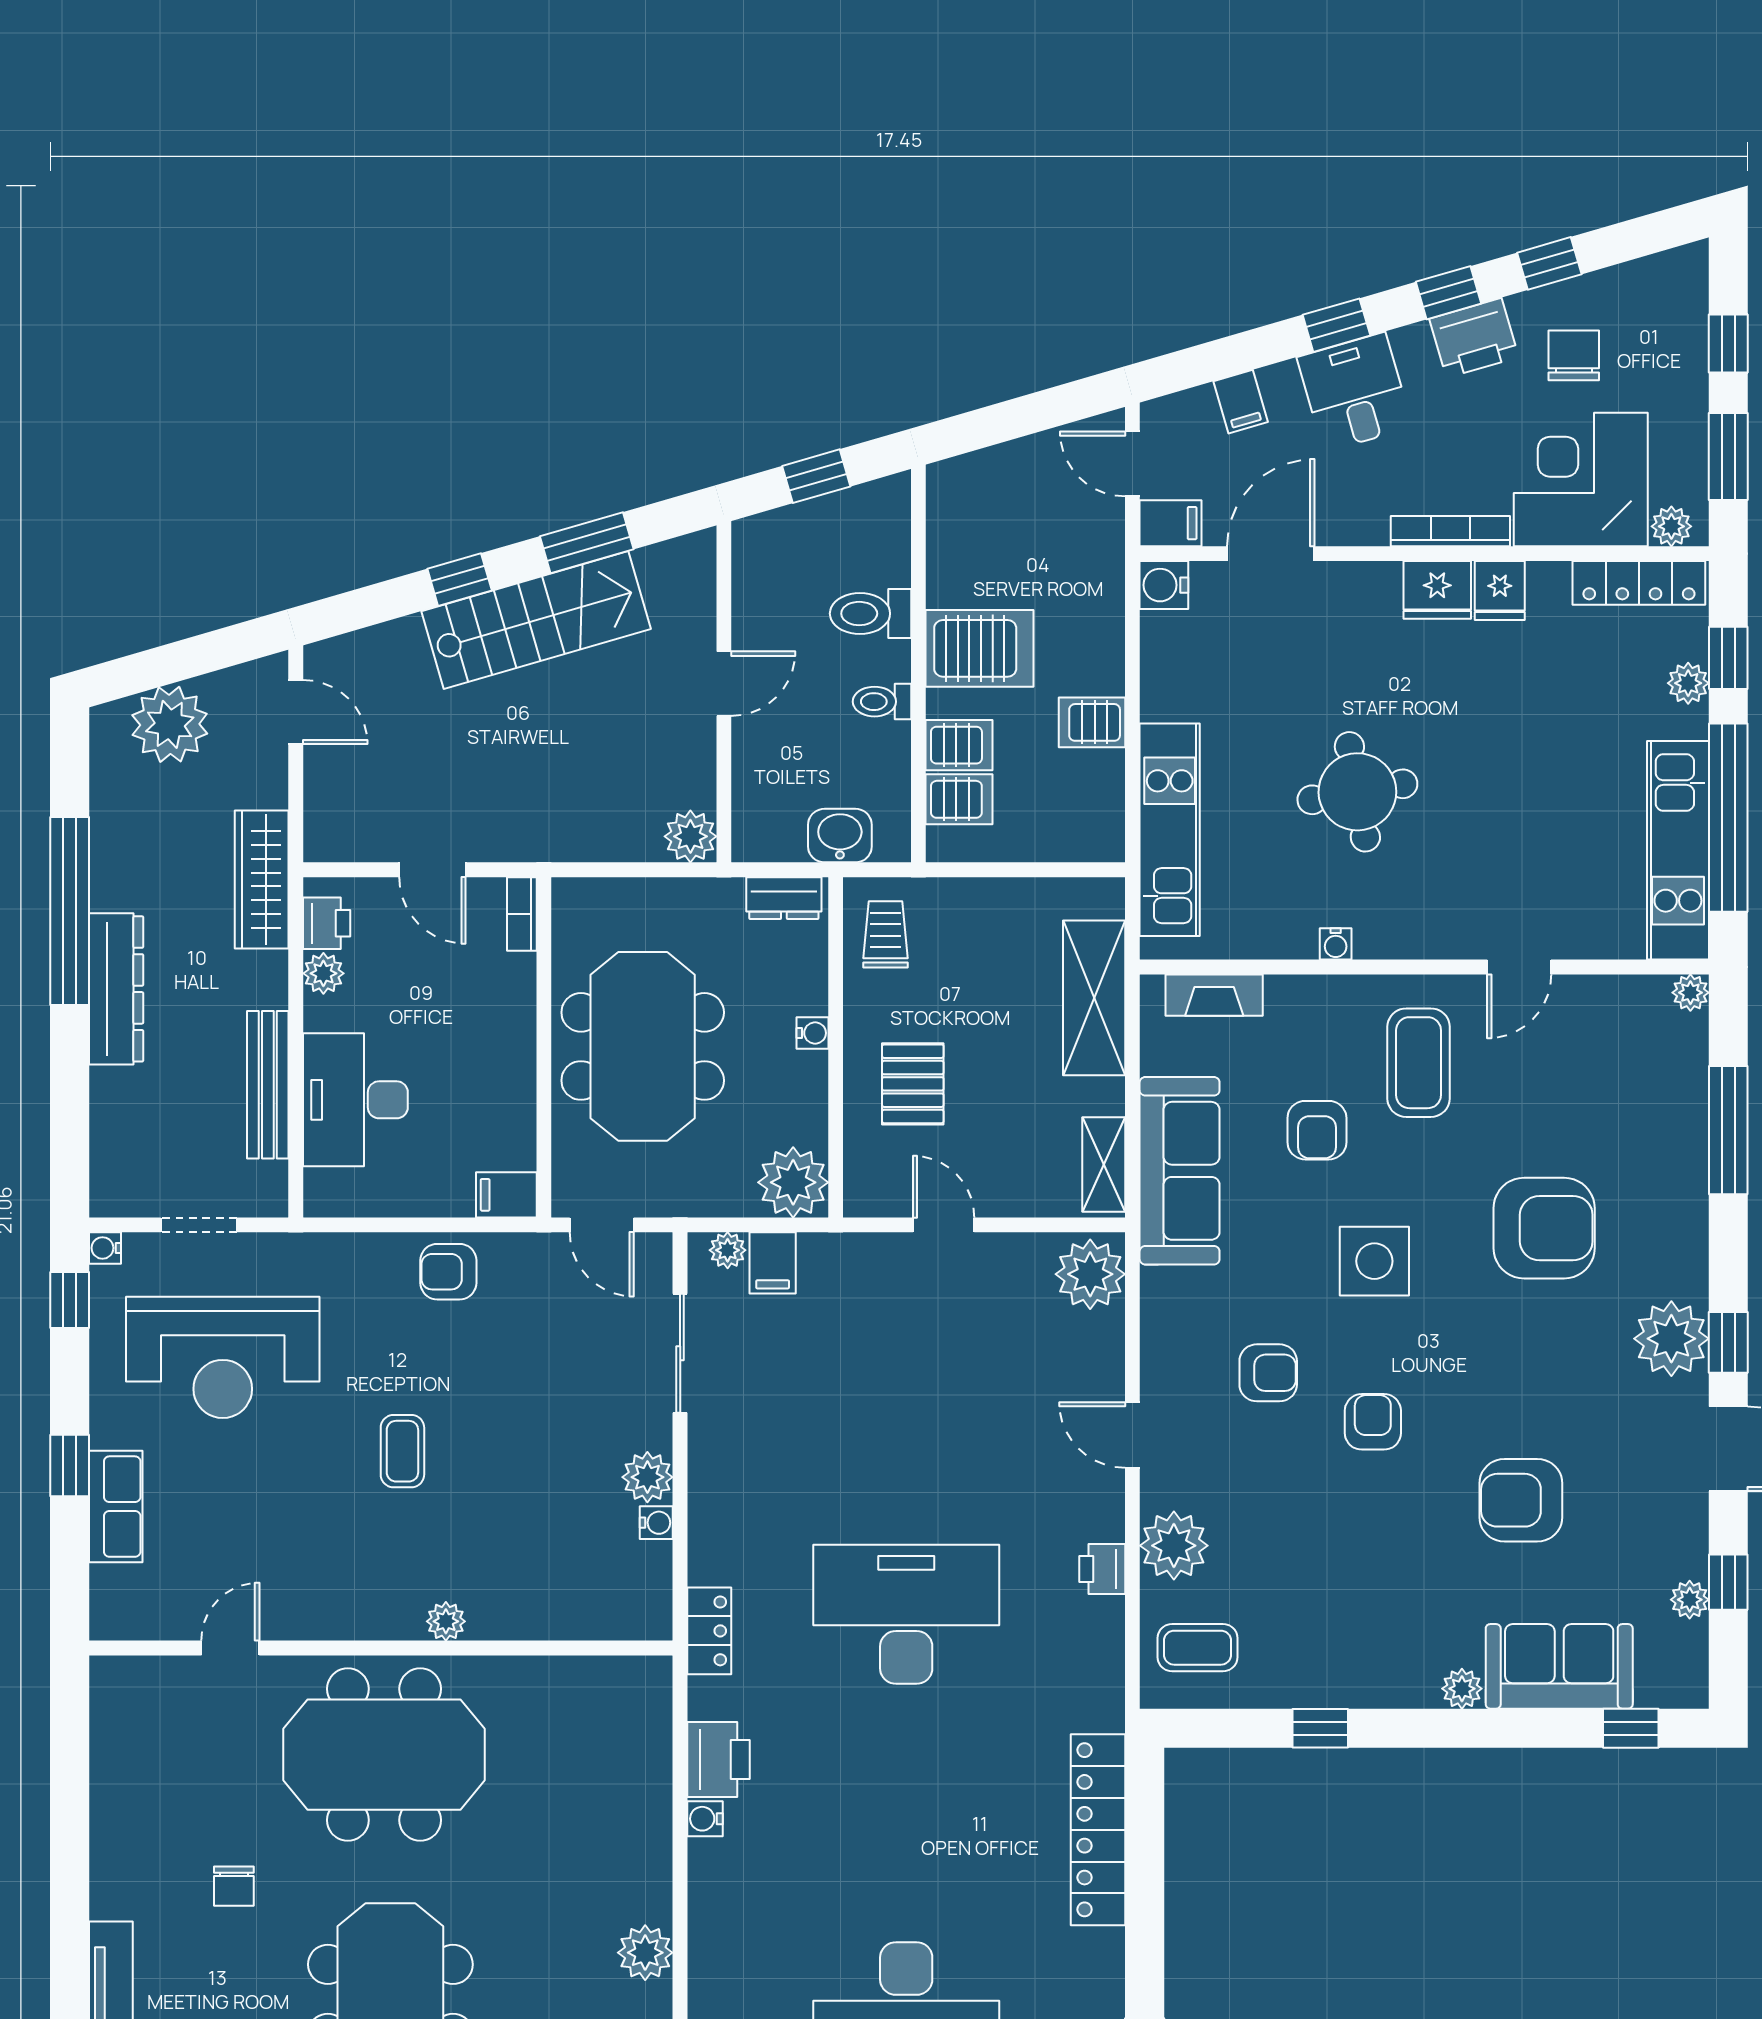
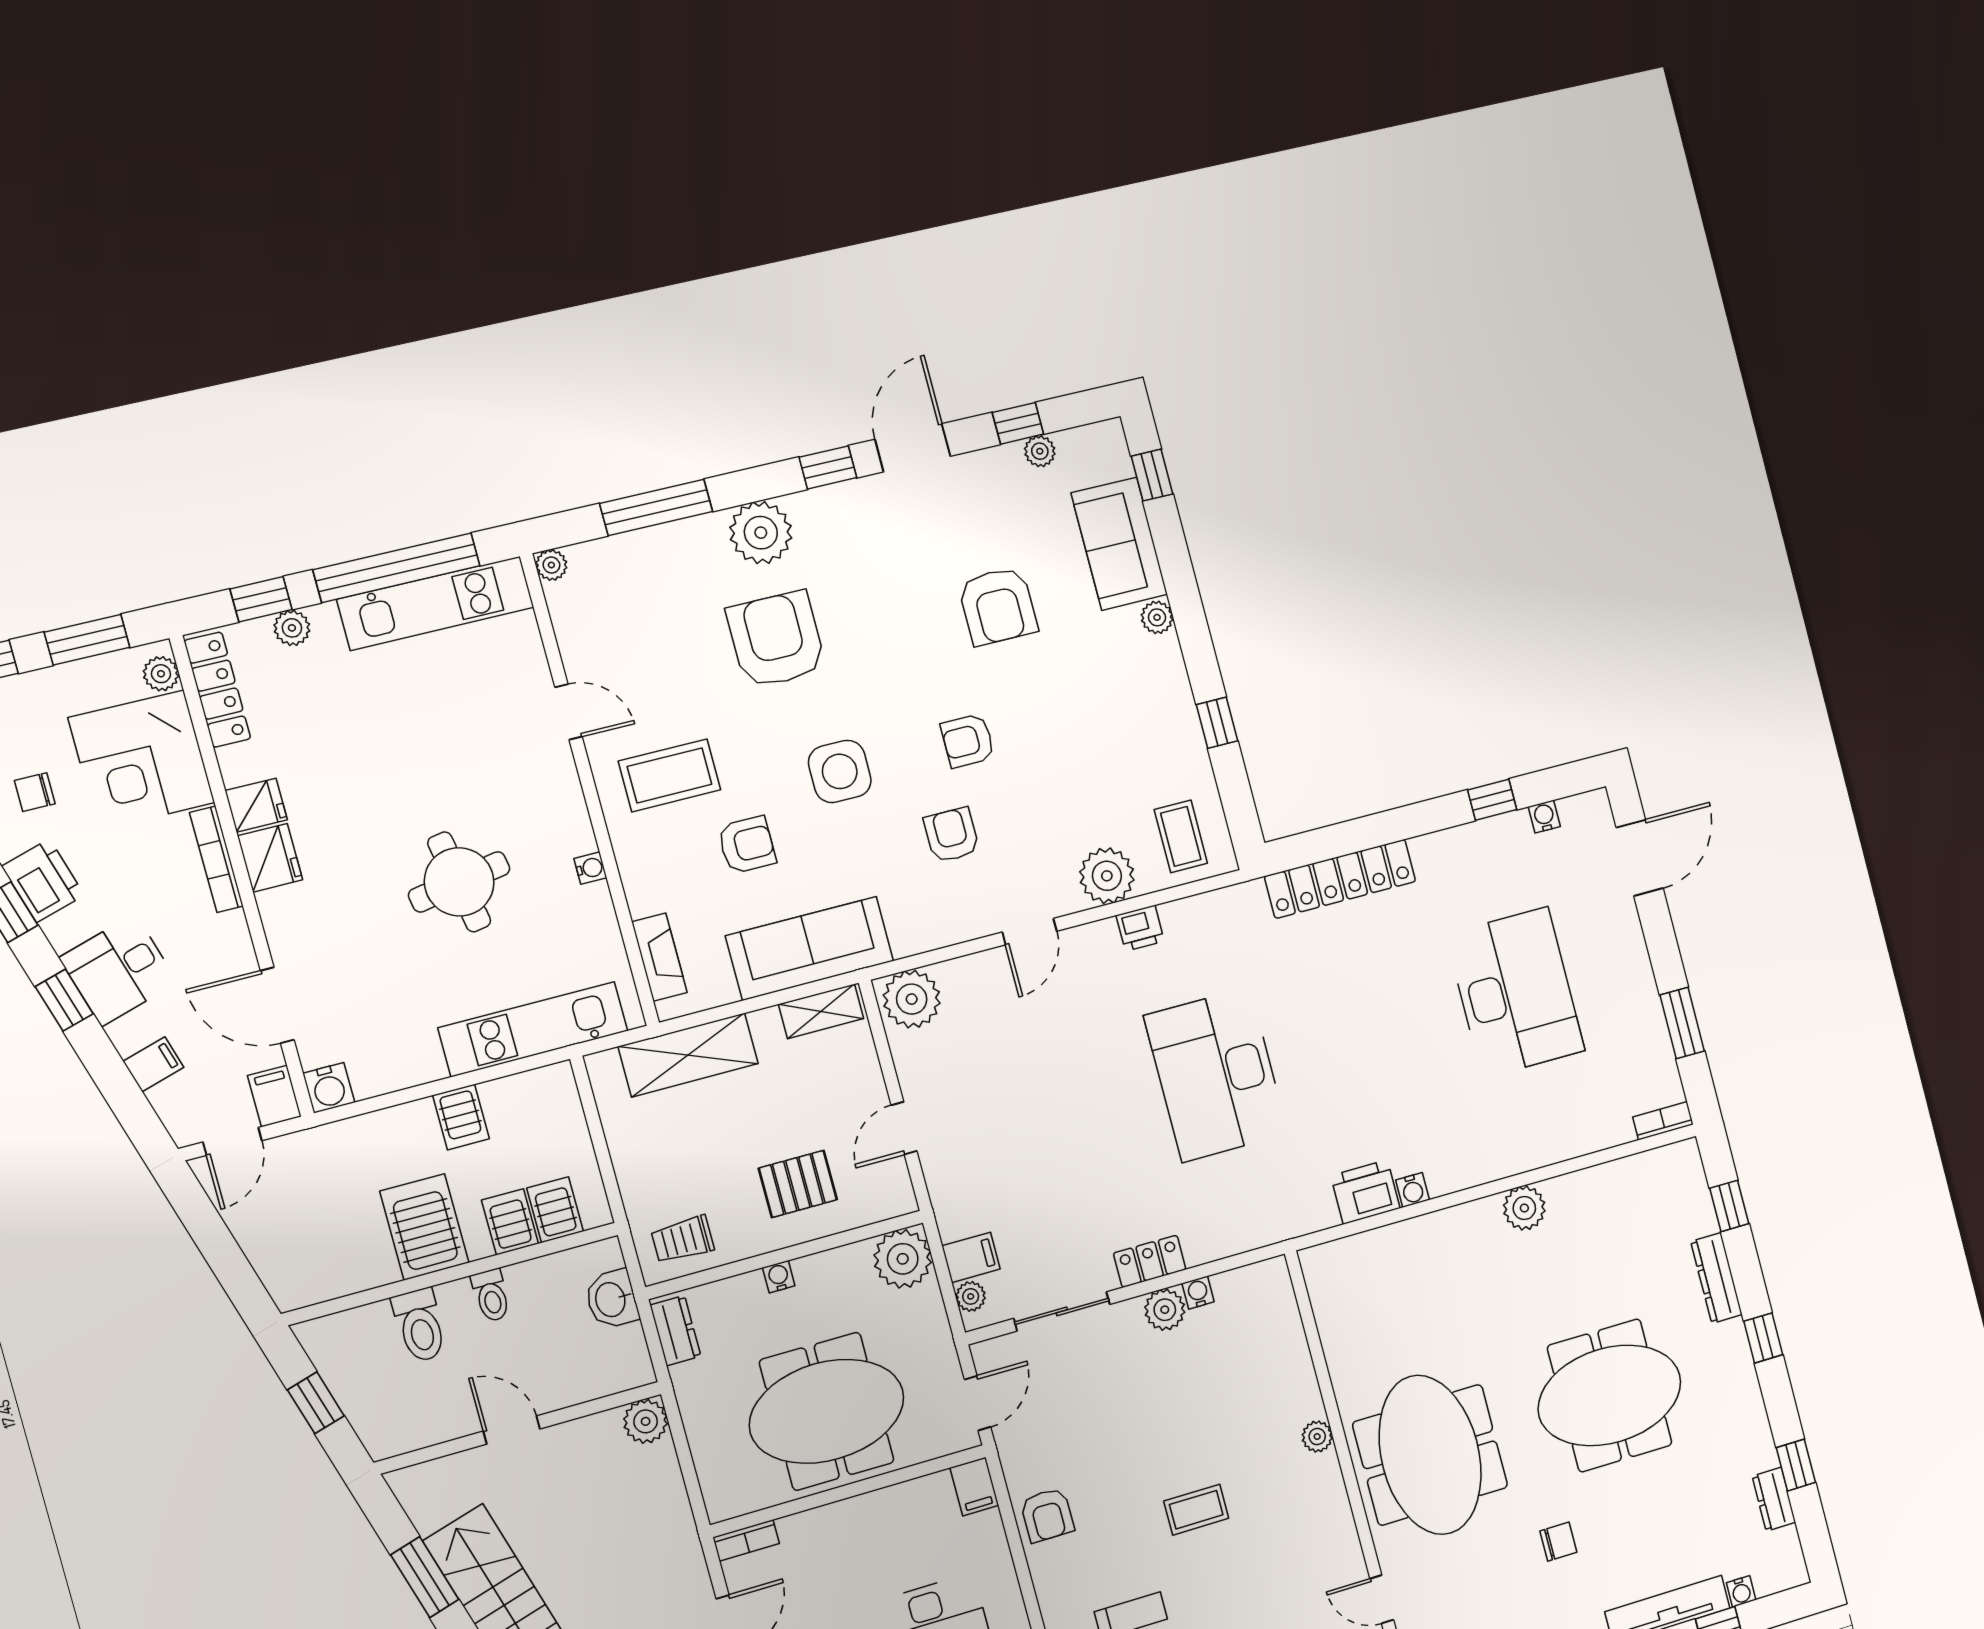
chair: (1574, 355) -> (35, 792), width x0.73, depth x0.73
plant: (1671, 1339) -> (761, 533), moved
locker: (709, 1631) -> (1150, 1261), moved

